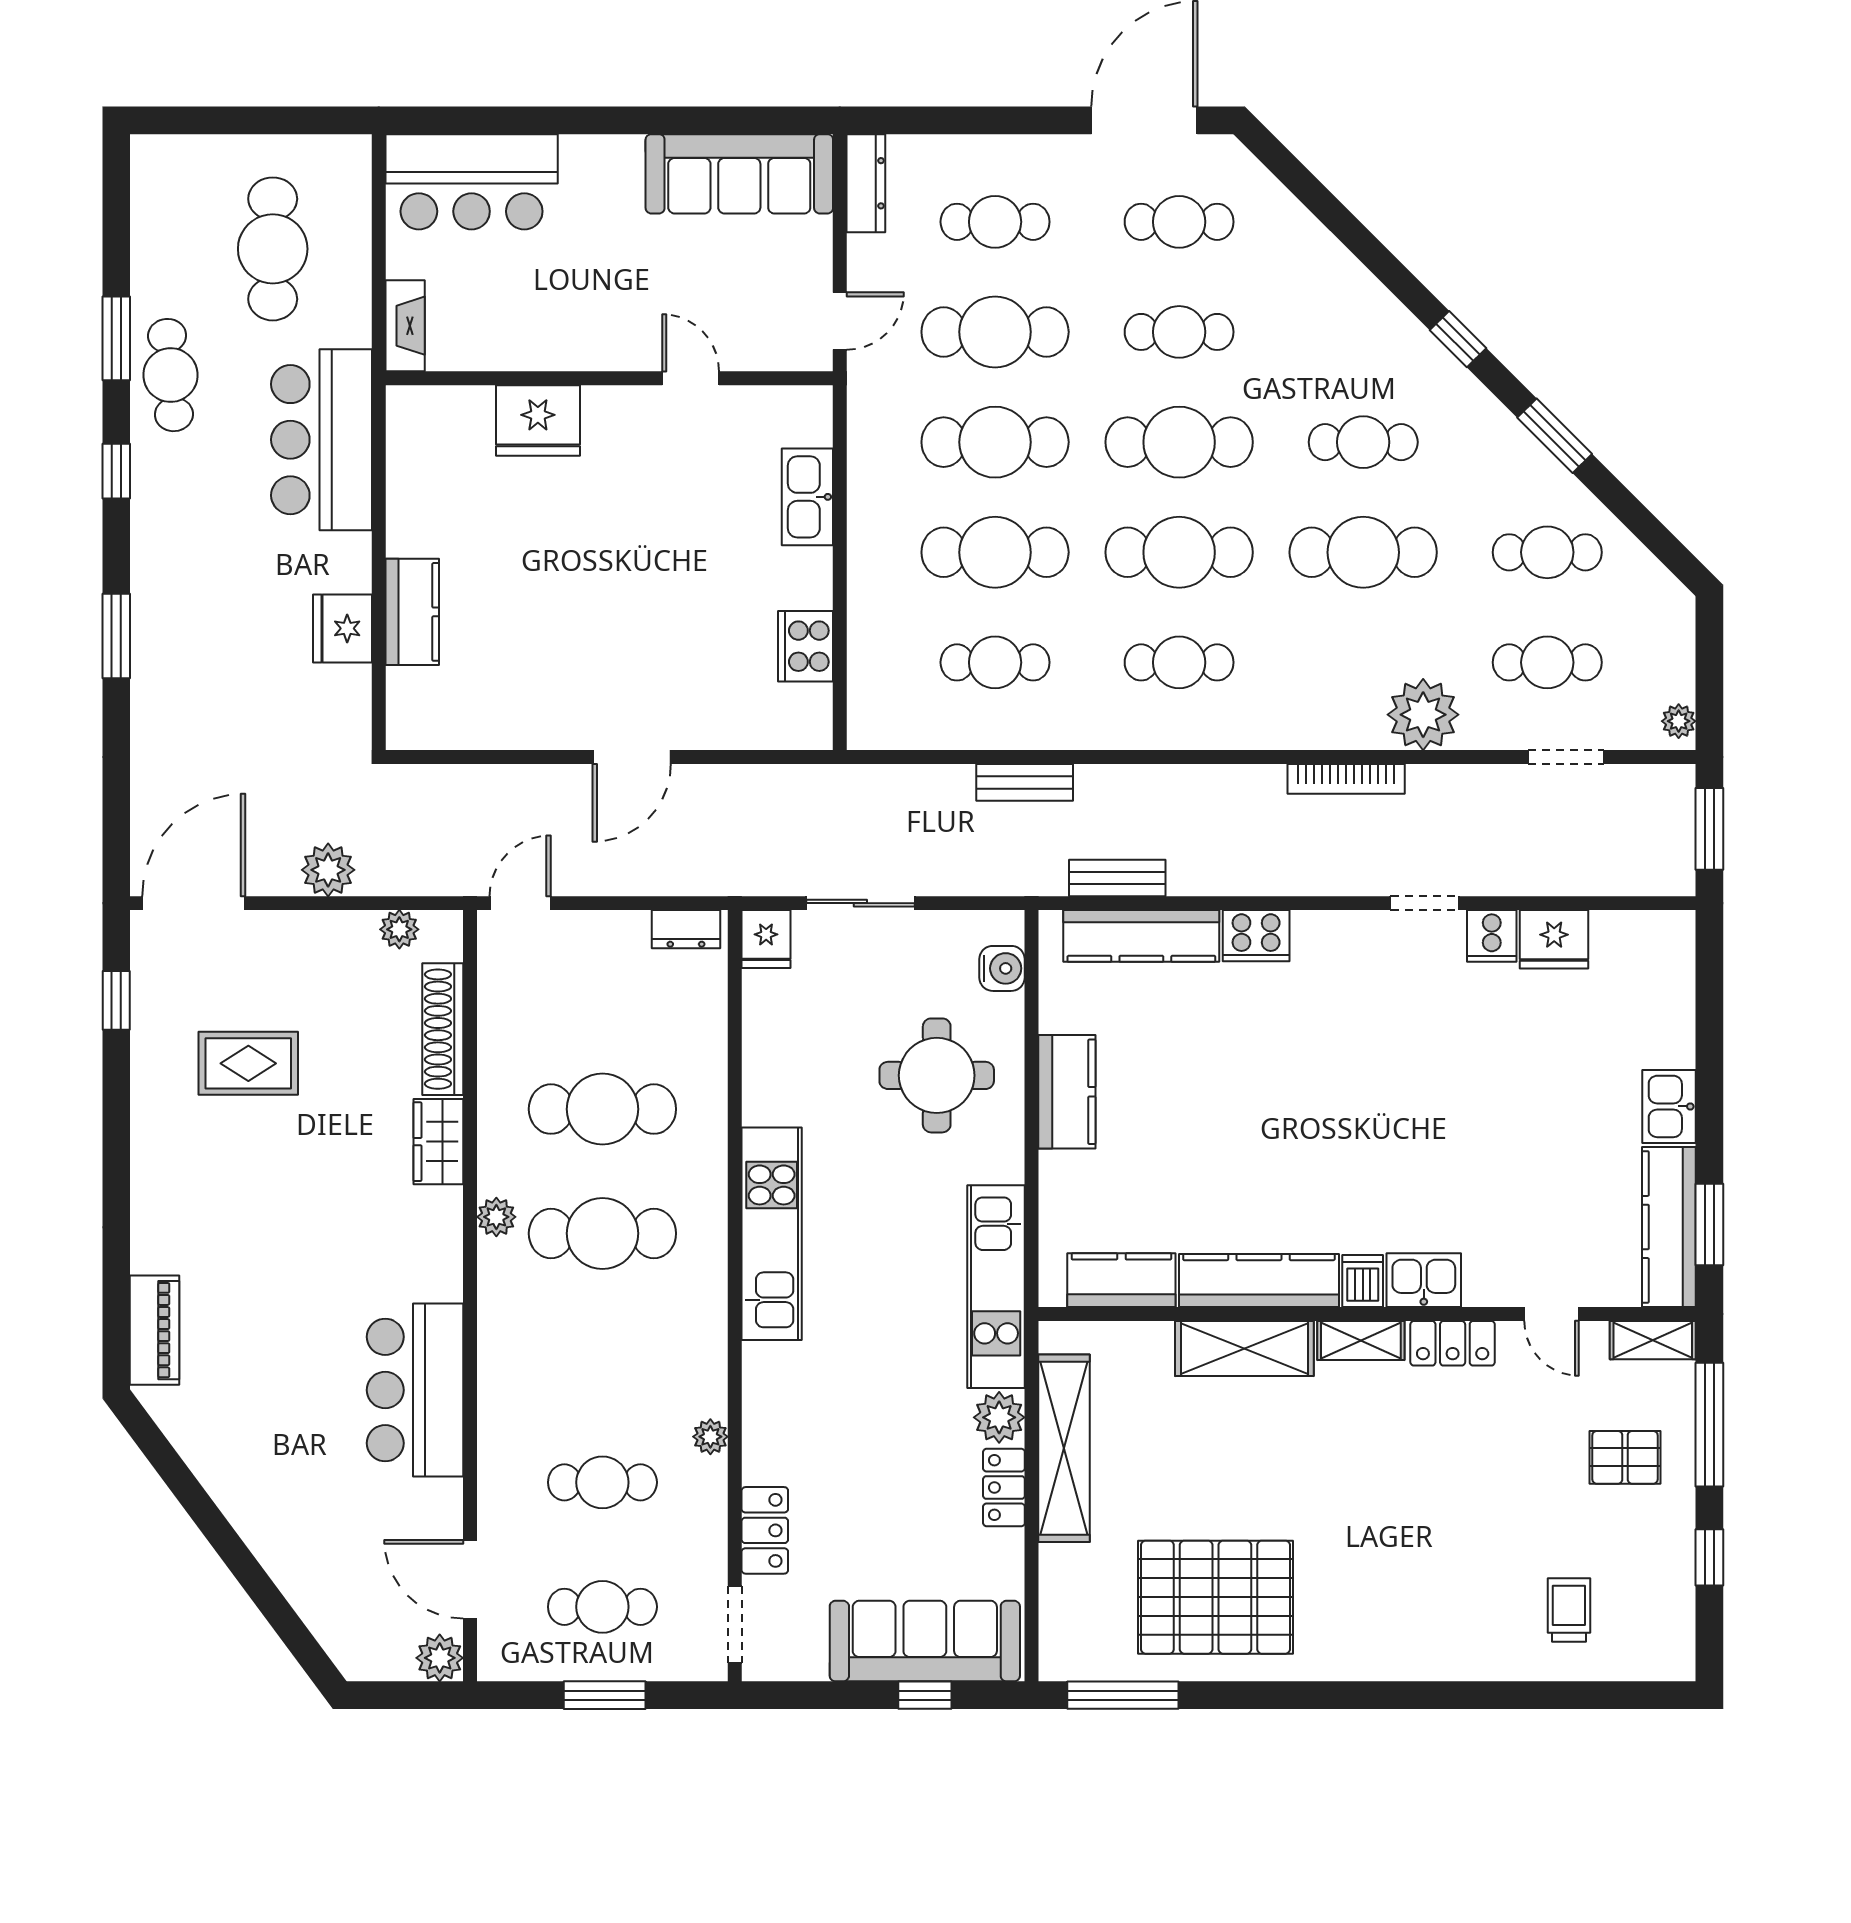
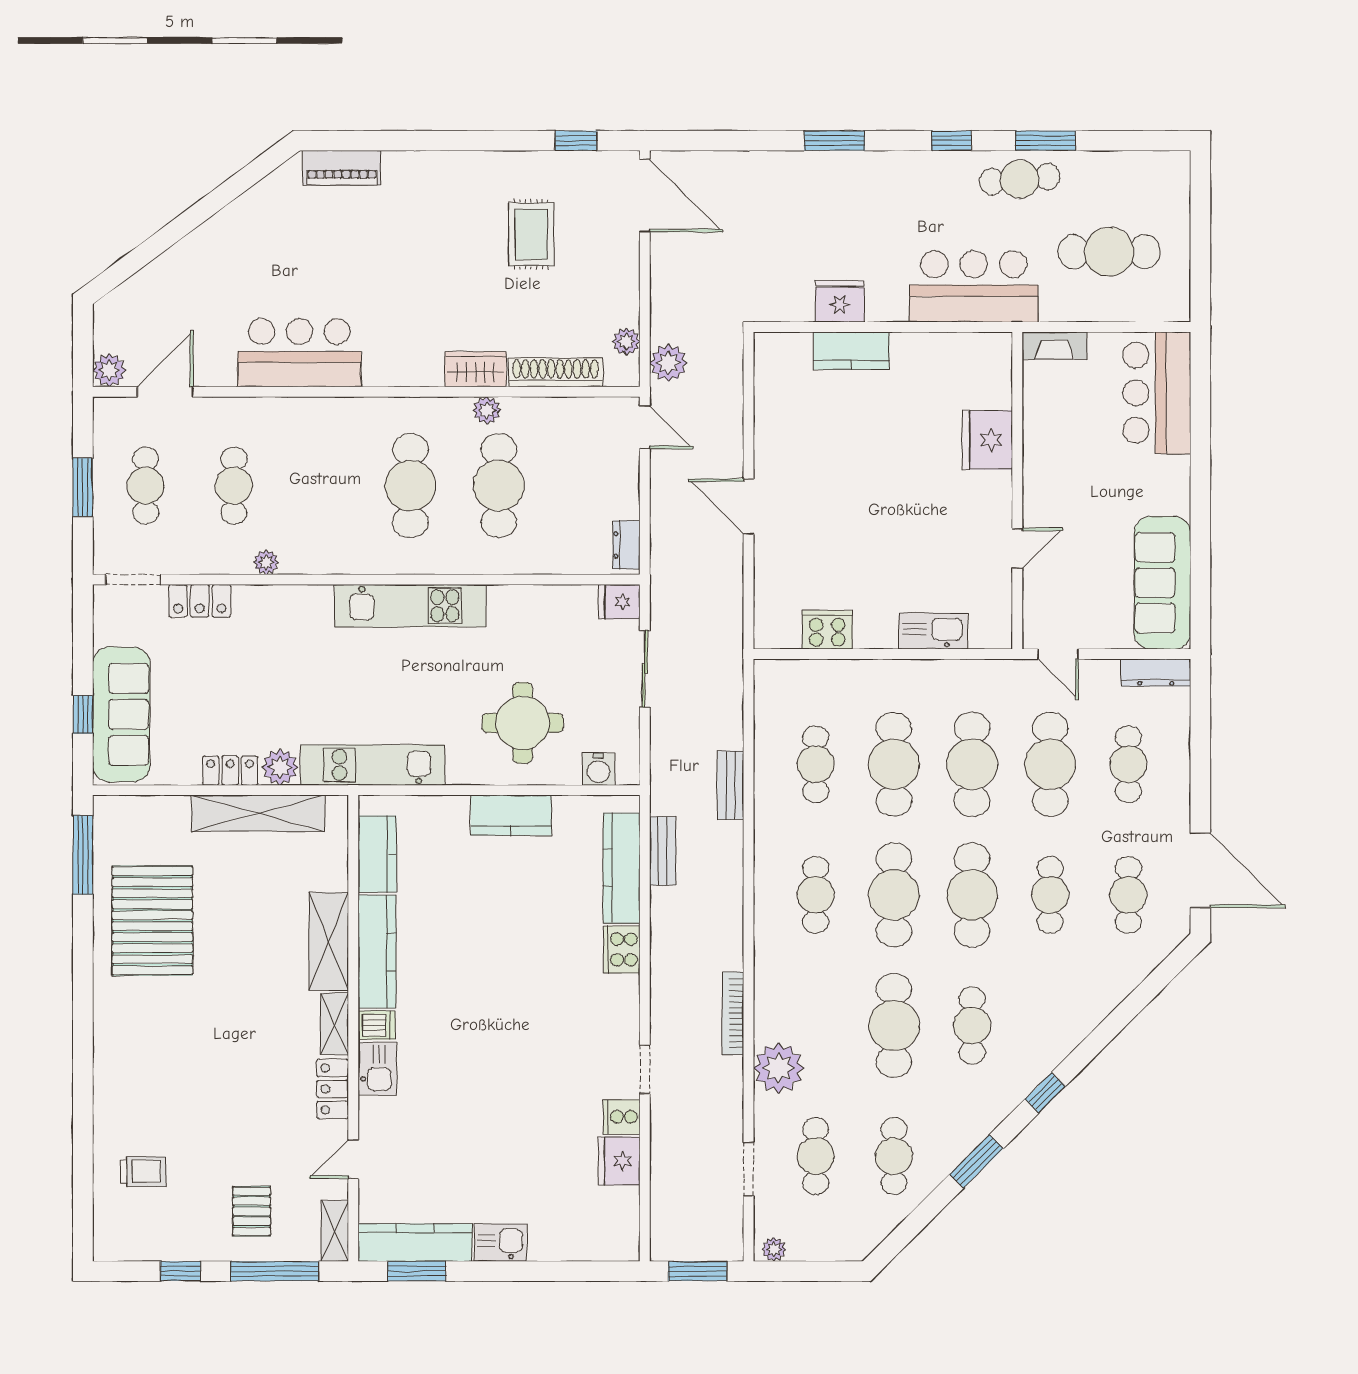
plant: (328, 870) -> (668, 363), moved
plant: (496, 1217) -> (487, 410), moved

